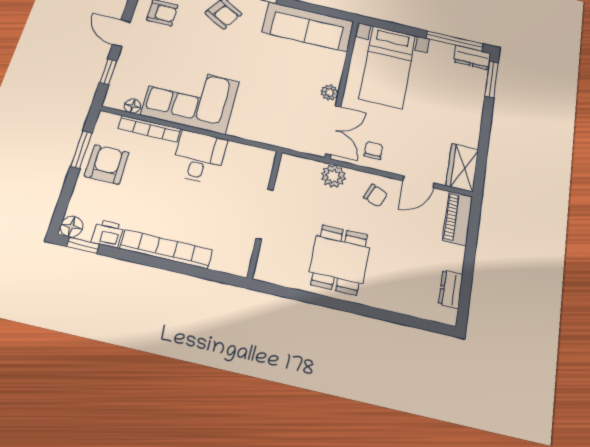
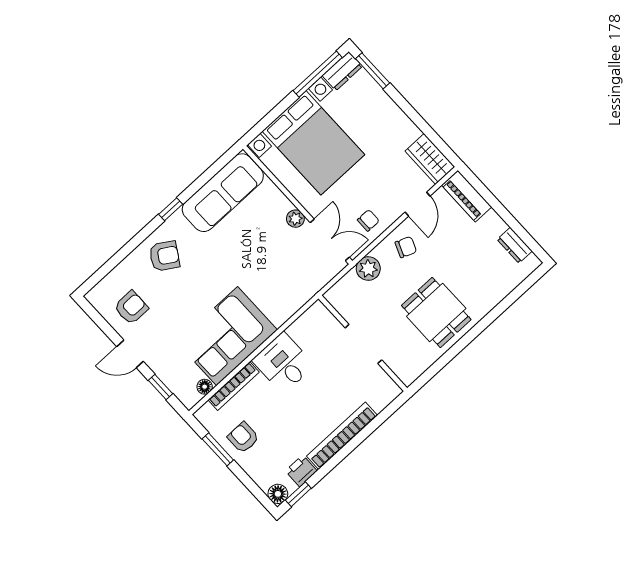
bed with nightstands: (388, 67) -> (313, 143), width x1.36
chair: (373, 150) -> (368, 220), turned 90
armchair: (107, 164) -> (243, 438), width x0.72, depth x0.72

